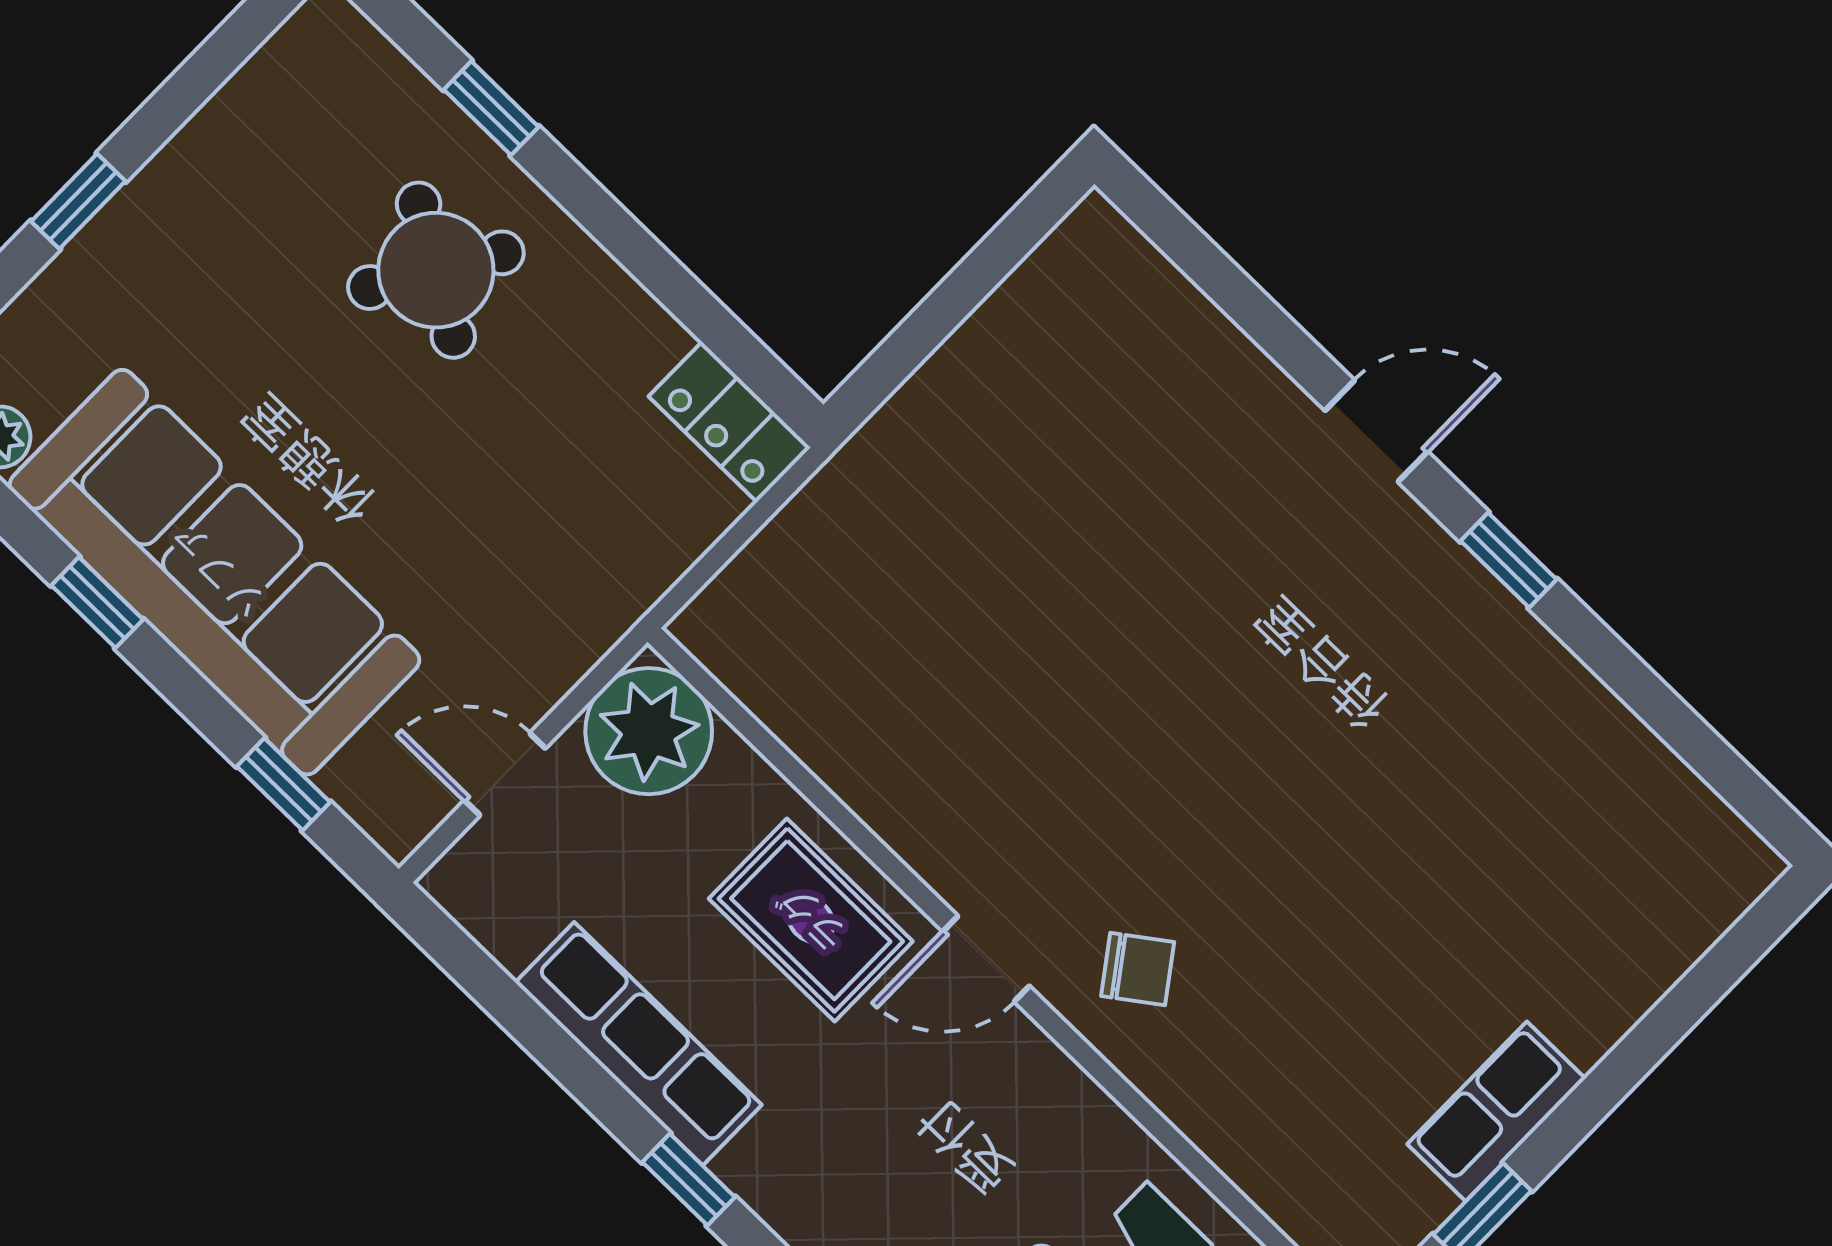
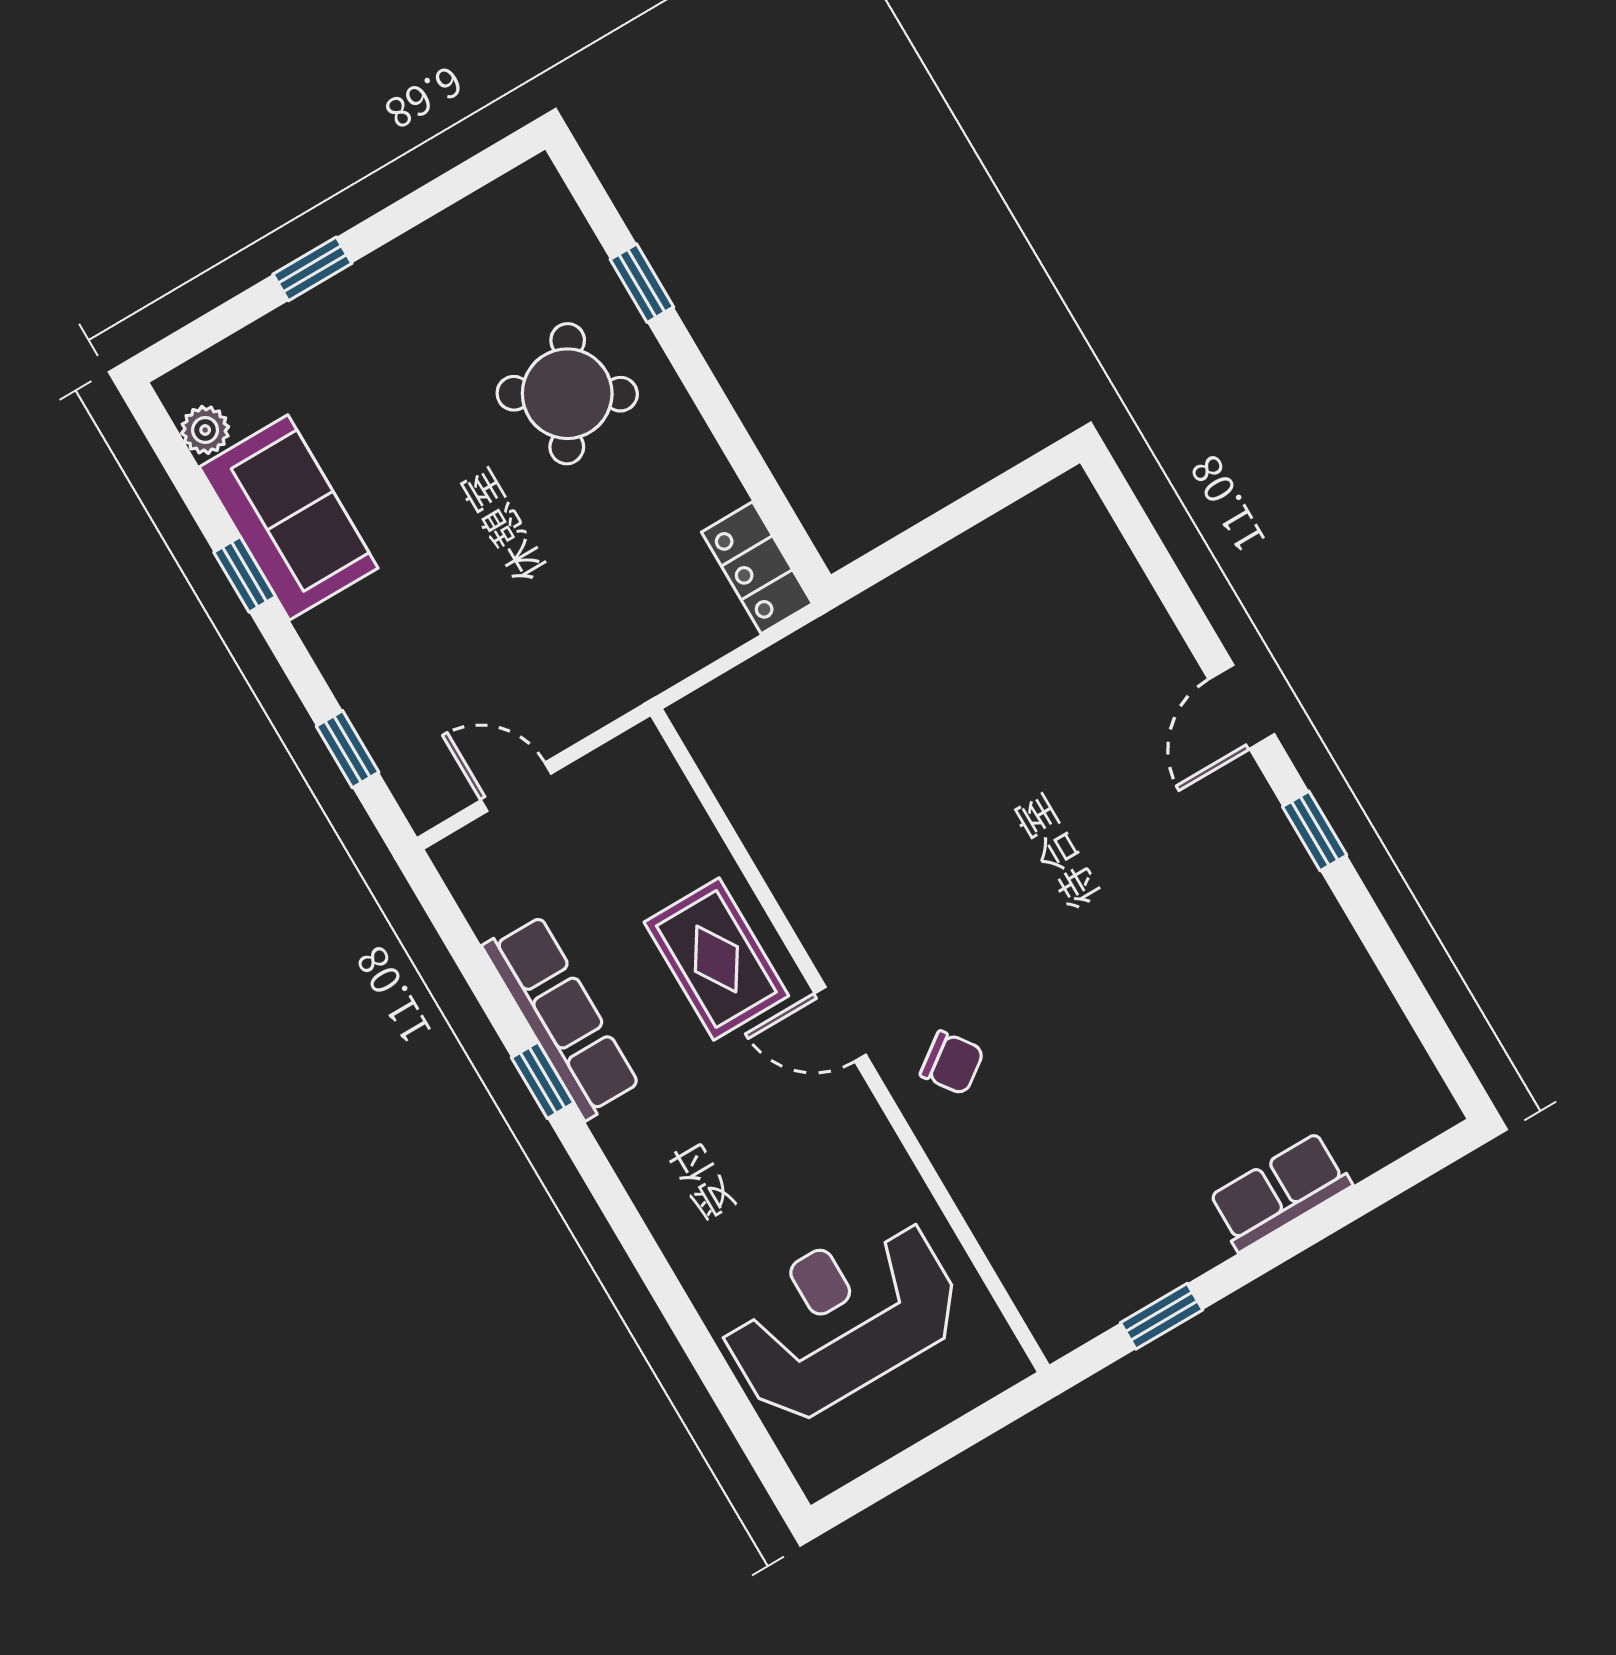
door: (1376, 431) -> (1241, 707), swing flipped
sofa: (215, 572) -> (289, 517), width x0.54, depth x0.79
plant: (649, 731) -> (633, 784), removed
row of seats: (1496, 1111) -> (1280, 1192), moved
window: (689, 1180) -> (543, 1080), moved

